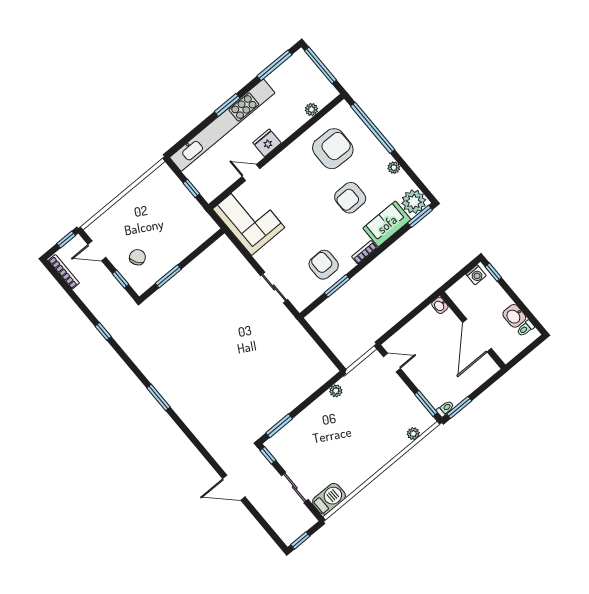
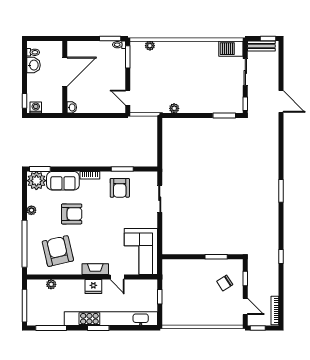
armchair: (333, 149) -> (58, 251), turned 76
fireplace: (280, 162) -> (95, 269), added
bench: (300, 527) -> (261, 46), added

